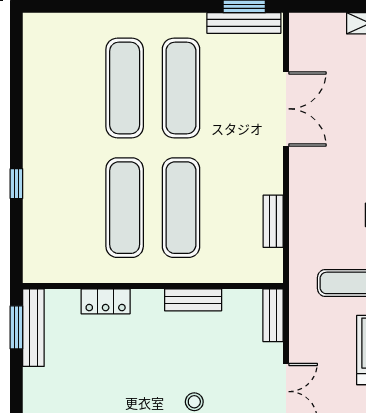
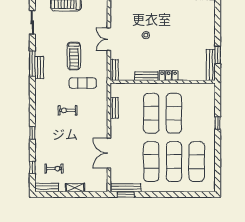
exercise mat: (68, 88) -> (197, 162), added
locker: (106, 301) -> (169, 76), moved
window: (16, 327) -> (218, 55), moved

